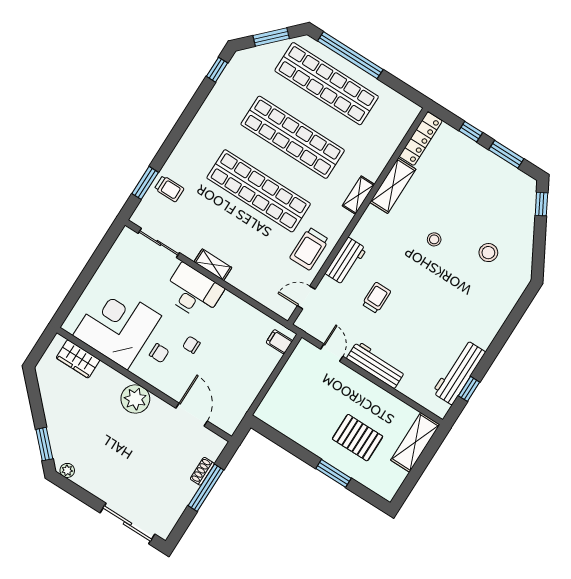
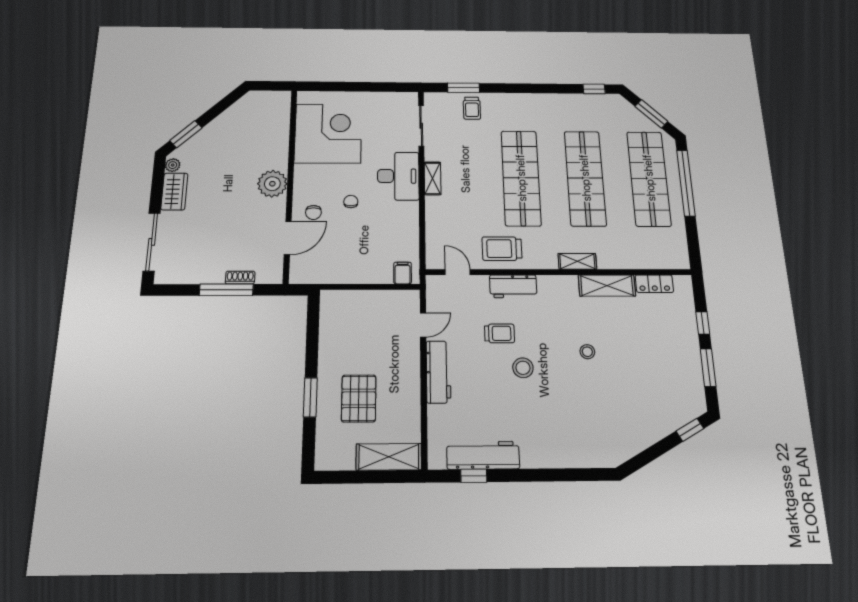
locker: (421, 139) -> (654, 284), width x0.66
stool: (488, 253) -> (523, 368), moved
chair: (159, 353) -> (313, 212), moved
wardrobe: (78, 359) -> (174, 192), moved, turned 180

